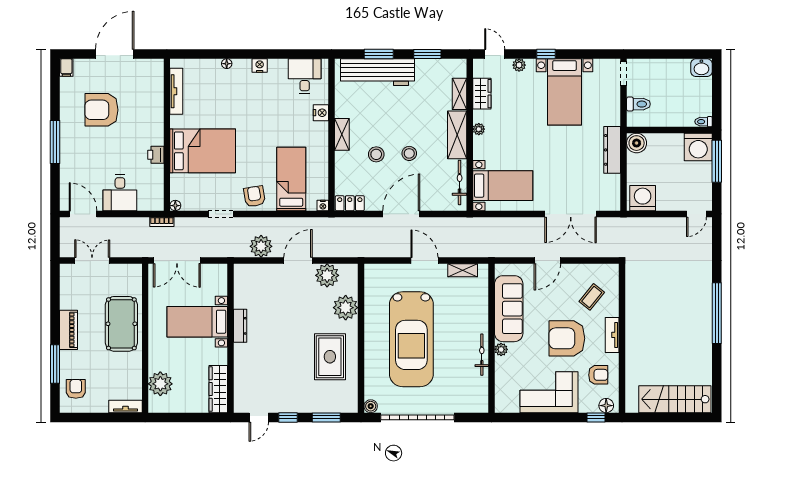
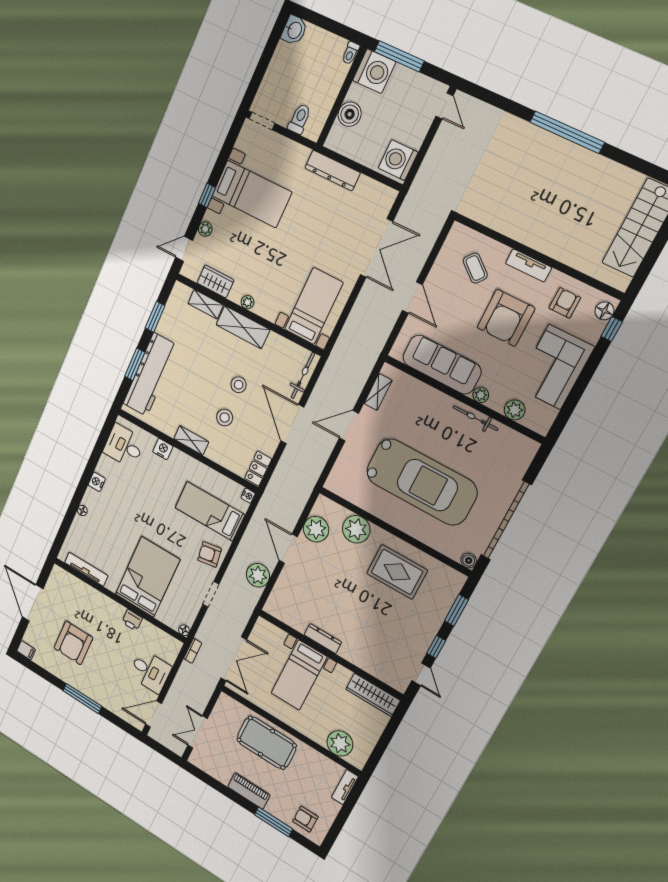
boiler: (637, 143) -> (350, 114), moved
bicycle: (460, 182) -> (303, 376), moved, turned 90
plant: (503, 380) -> (515, 410), added

